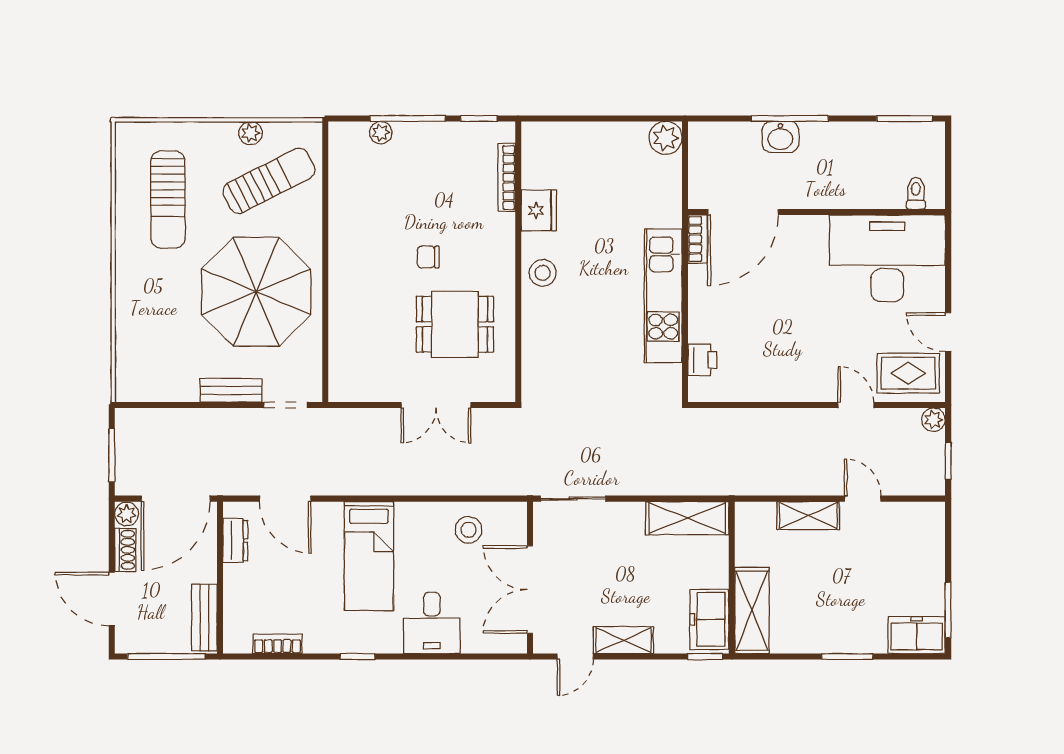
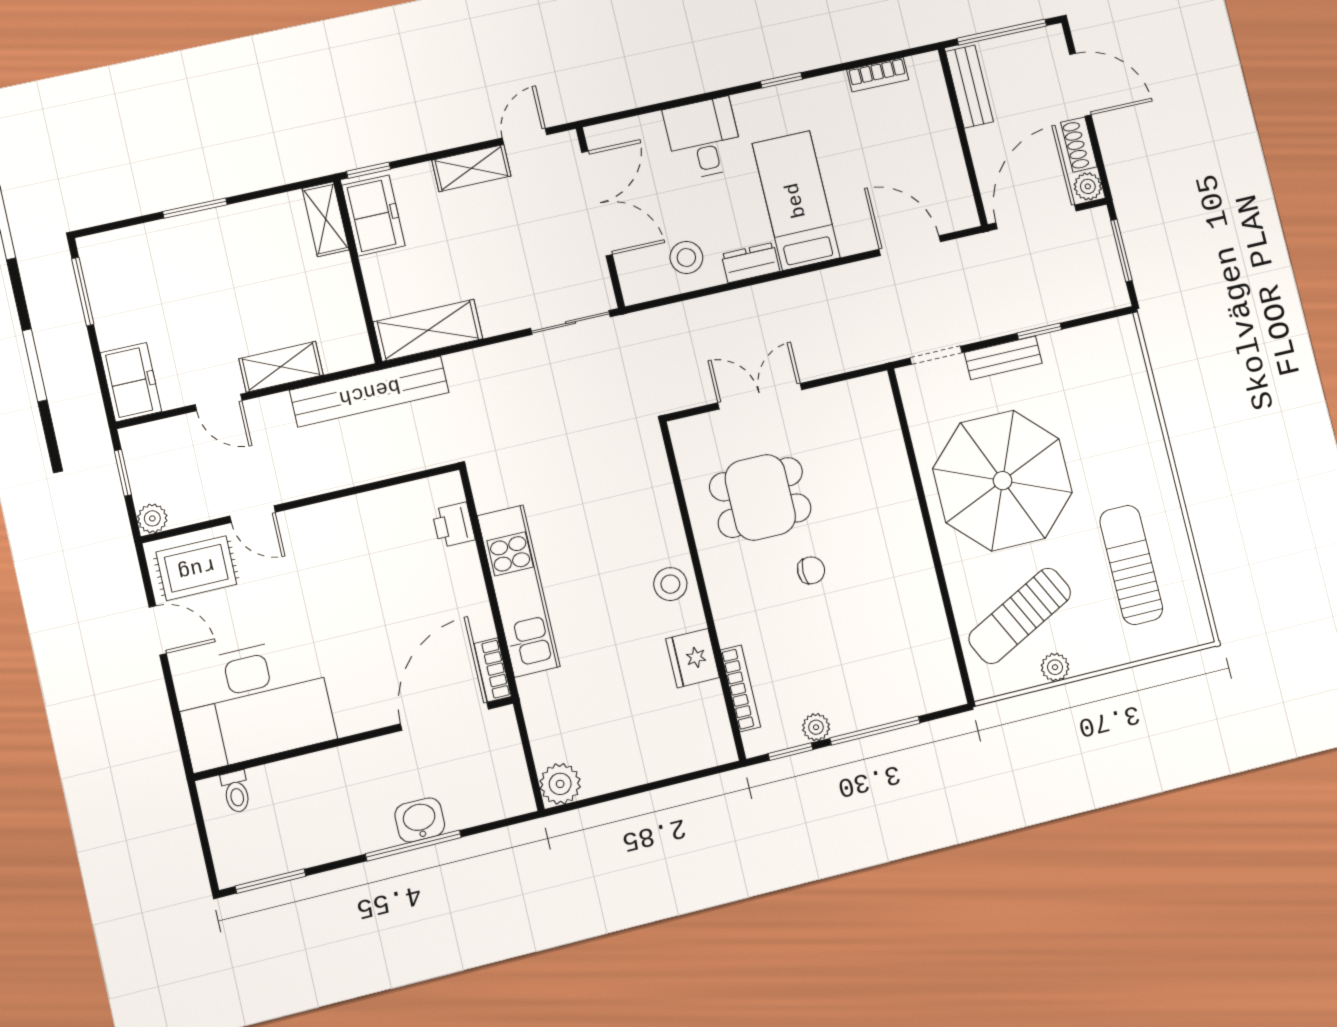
plant: (381, 133) -> (816, 727), moved
window: (196, 405) -> (1039, 331), added
bench: (744, 480) -> (369, 391), added
dresser: (235, 540) -> (751, 263), moved, turned 90
shelving: (752, 611) -> (326, 219), width x0.67, depth x0.75
freezer: (917, 635) -> (131, 382), moved, turned -90

